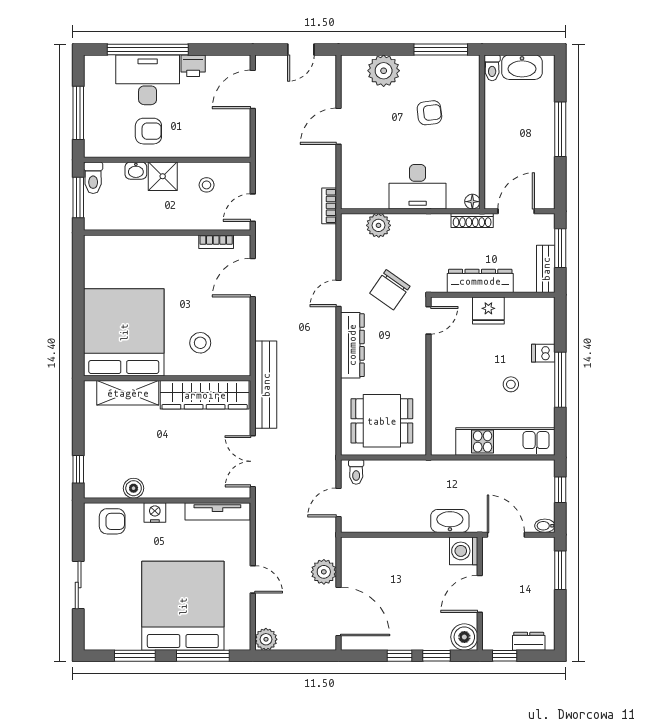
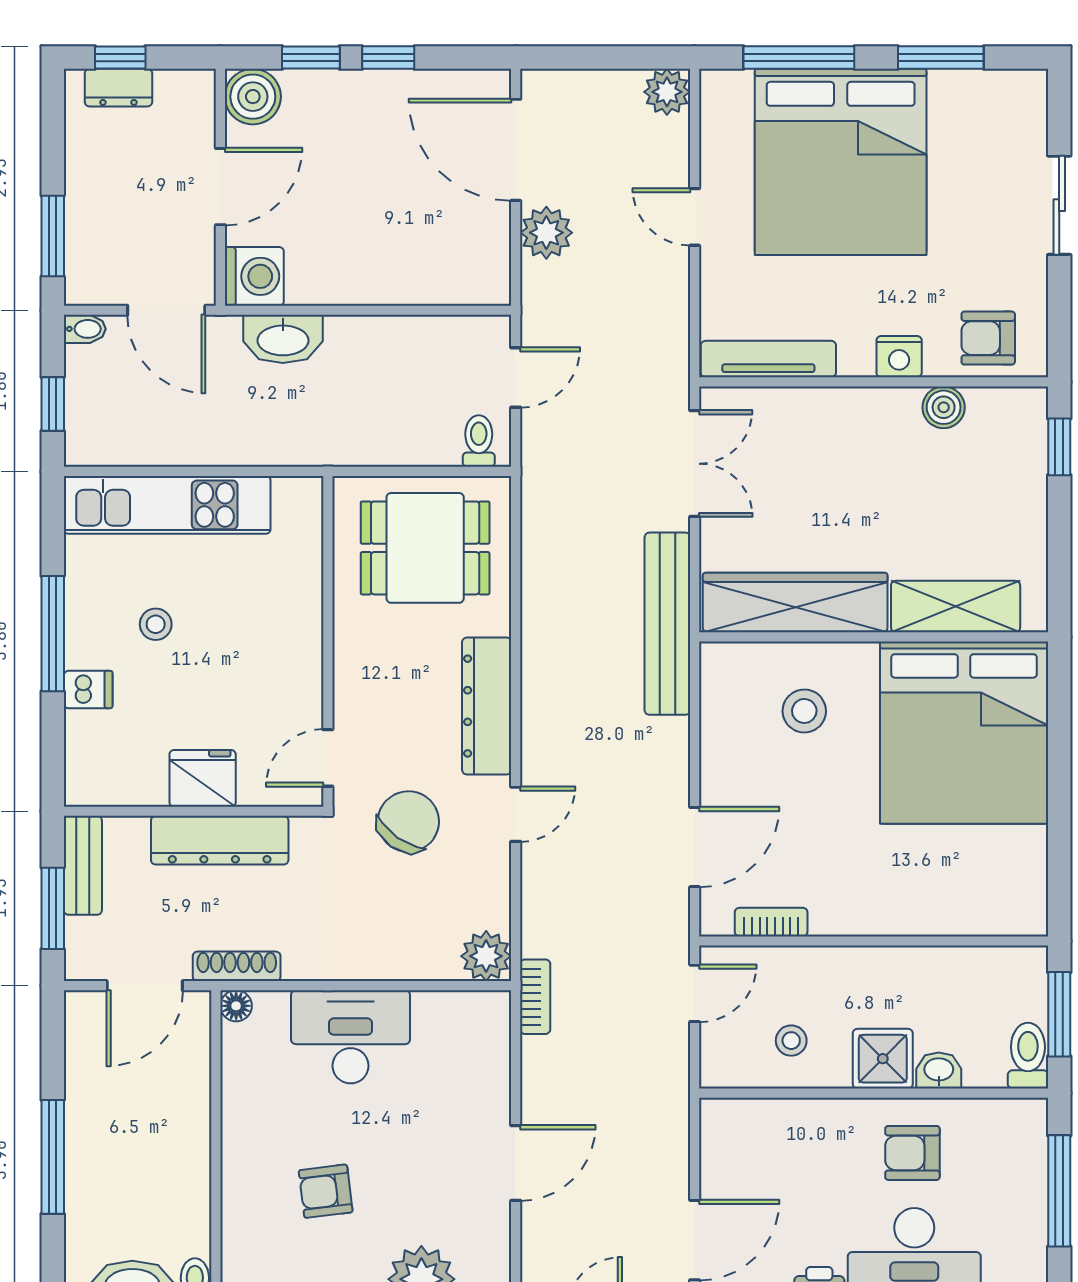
plant: (379, 225) -> (486, 956), moved
window: (505, 656) -> (120, 57), moved

